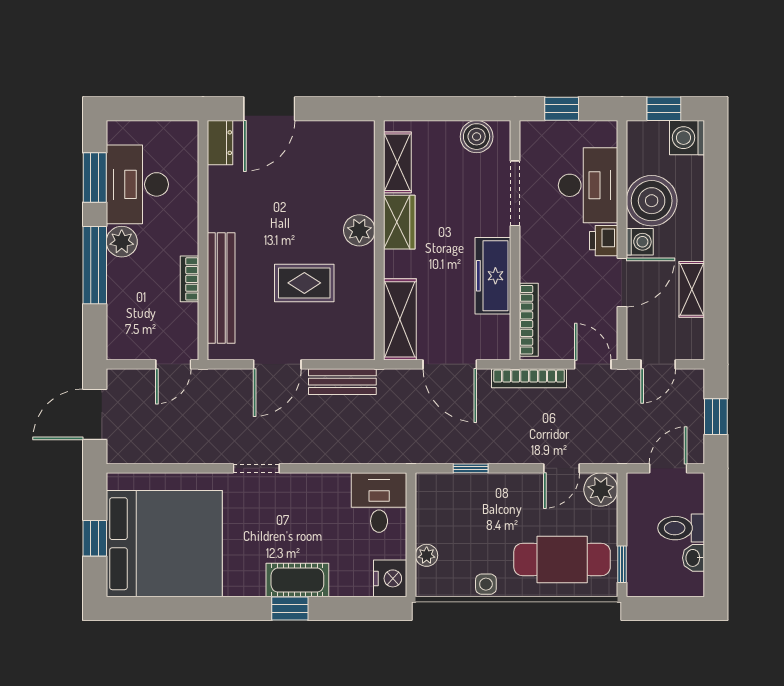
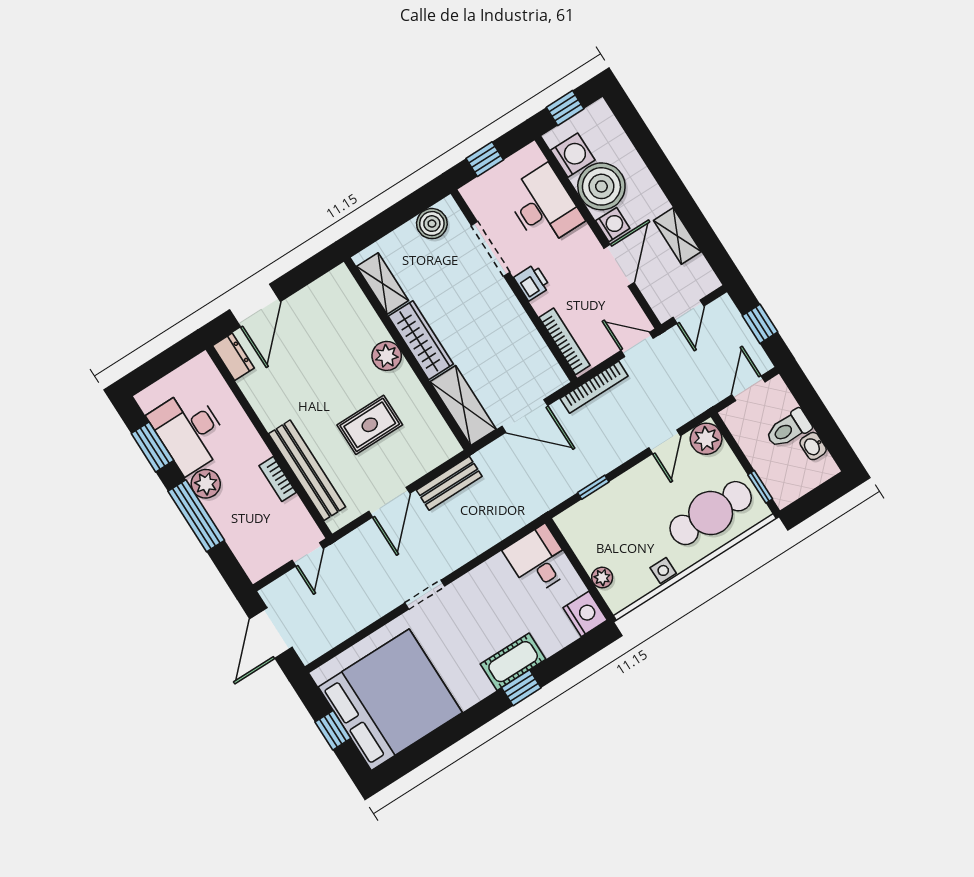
washing machine: (687, 138) -> (573, 155), moved, turned 180
wardrobe: (399, 222) -> (421, 340), width x1.50
printer: (604, 241) -> (532, 282), moved, turned 180
freezer: (493, 276) -> (514, 325), removed

